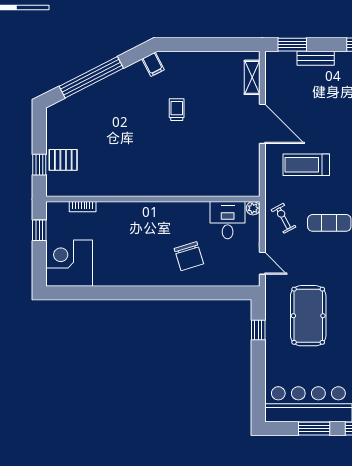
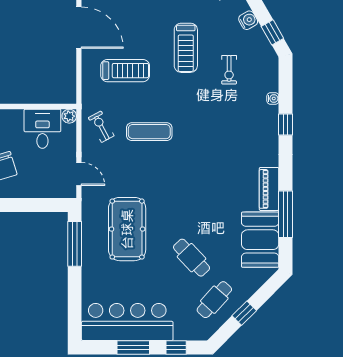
treadmill: (306, 165) -> (125, 71), turned 180
window: (258, 330) -> (75, 244), width x2.17

